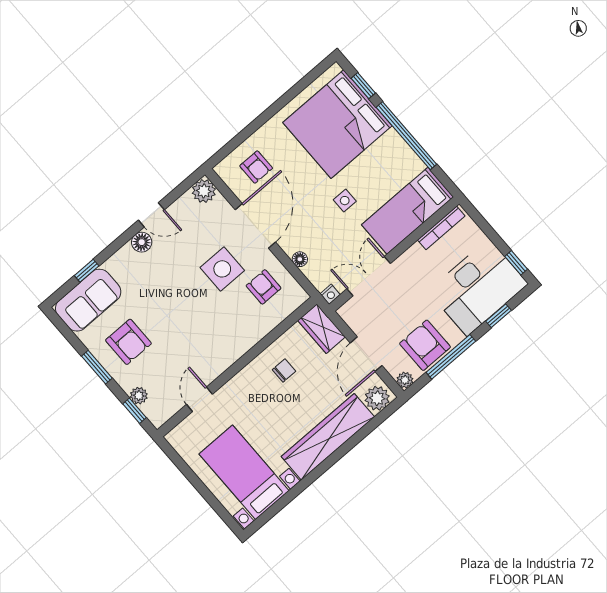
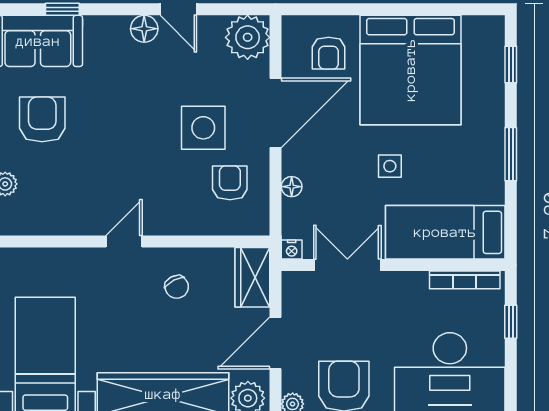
bed: (337, 124) -> (410, 70), moved, turned -90
window: (406, 136) -> (511, 154), width x0.47
plant: (204, 191) -> (248, 37), width x1.36, depth x1.36
window: (516, 263) -> (511, 322), moved
armchair: (128, 342) -> (42, 119), turned 180
chair: (284, 370) -> (177, 287), turned 62
door: (200, 399) -> (124, 242), moved

